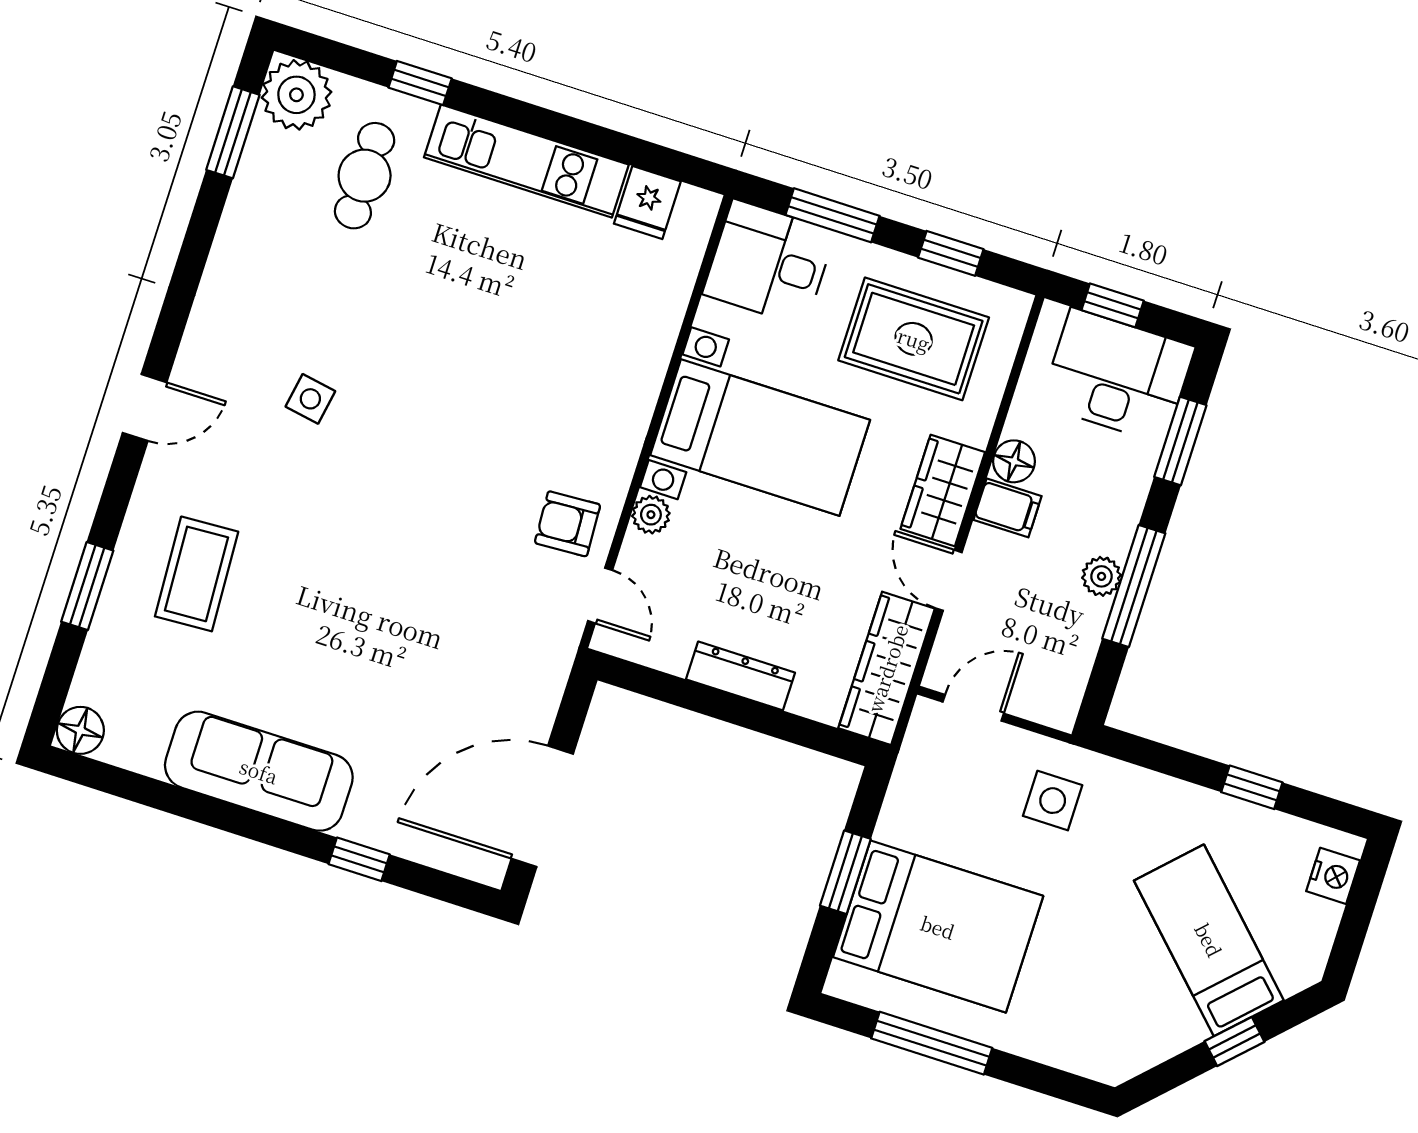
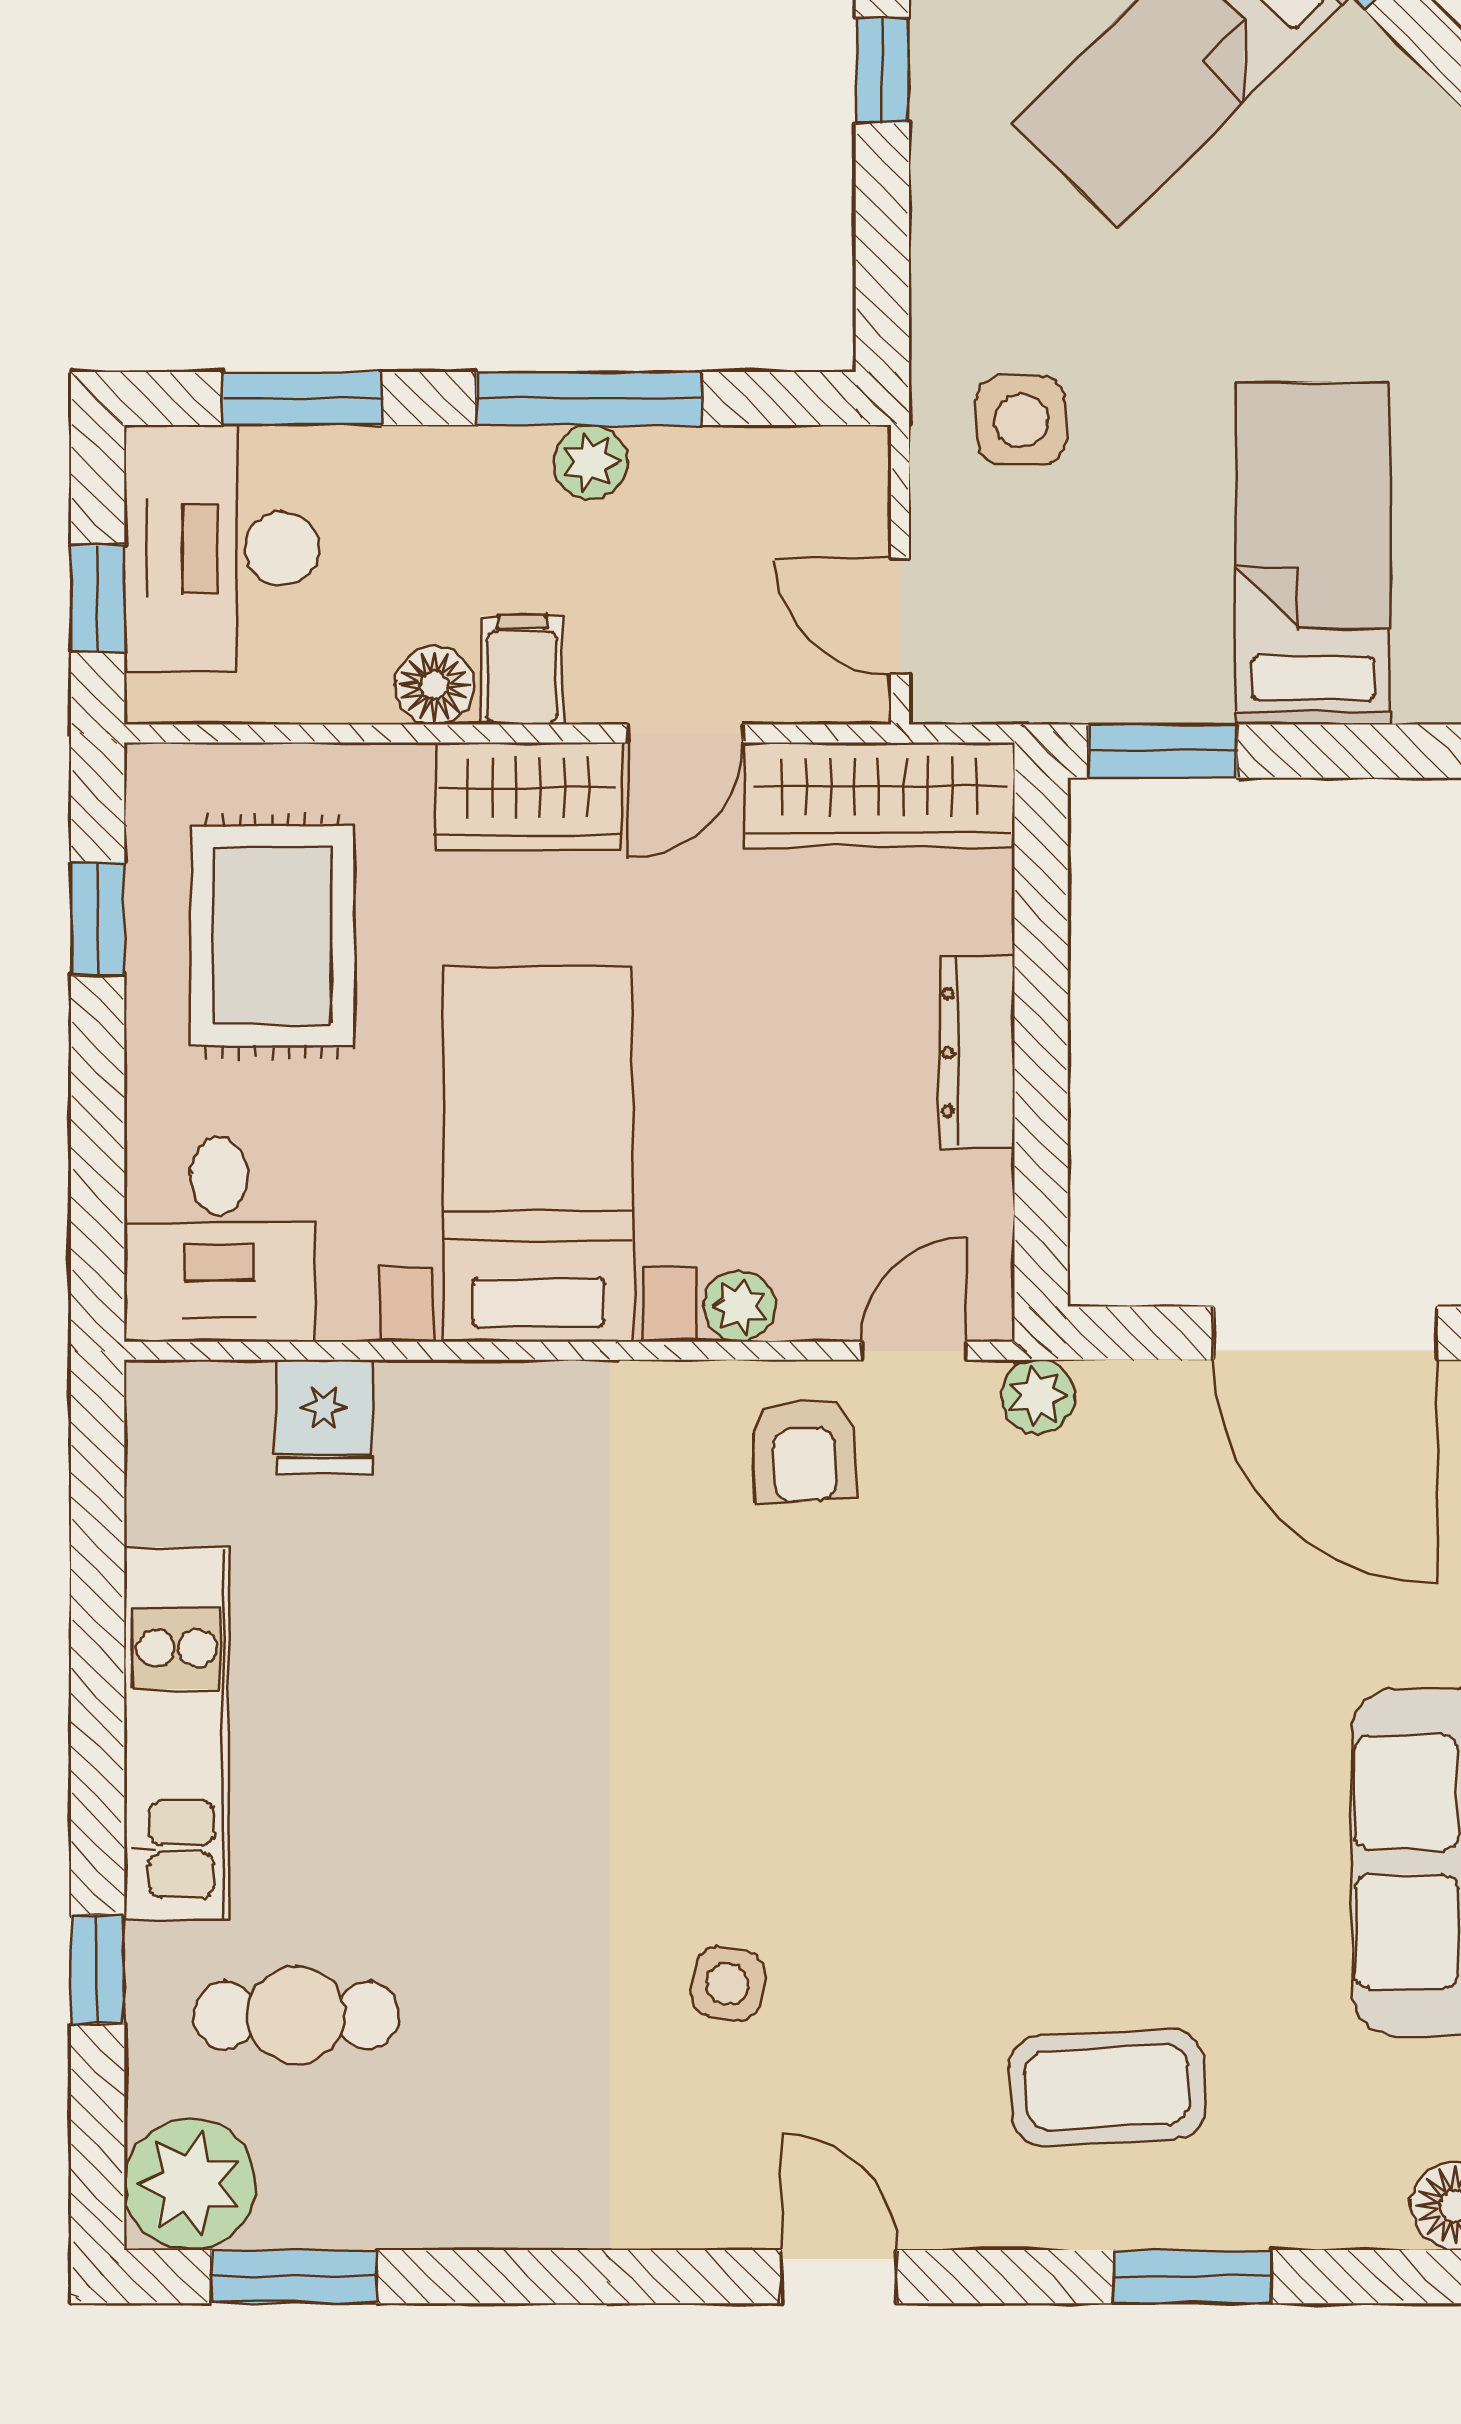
fridge: (647, 203) -> (324, 1417), moved, turned 90
window: (832, 215) -> (98, 1153), removed
plant: (557, 651) -> (1038, 1397), added
window: (845, 872) -> (1163, 751), moved
bed: (938, 927) -> (1313, 553), width x0.67

